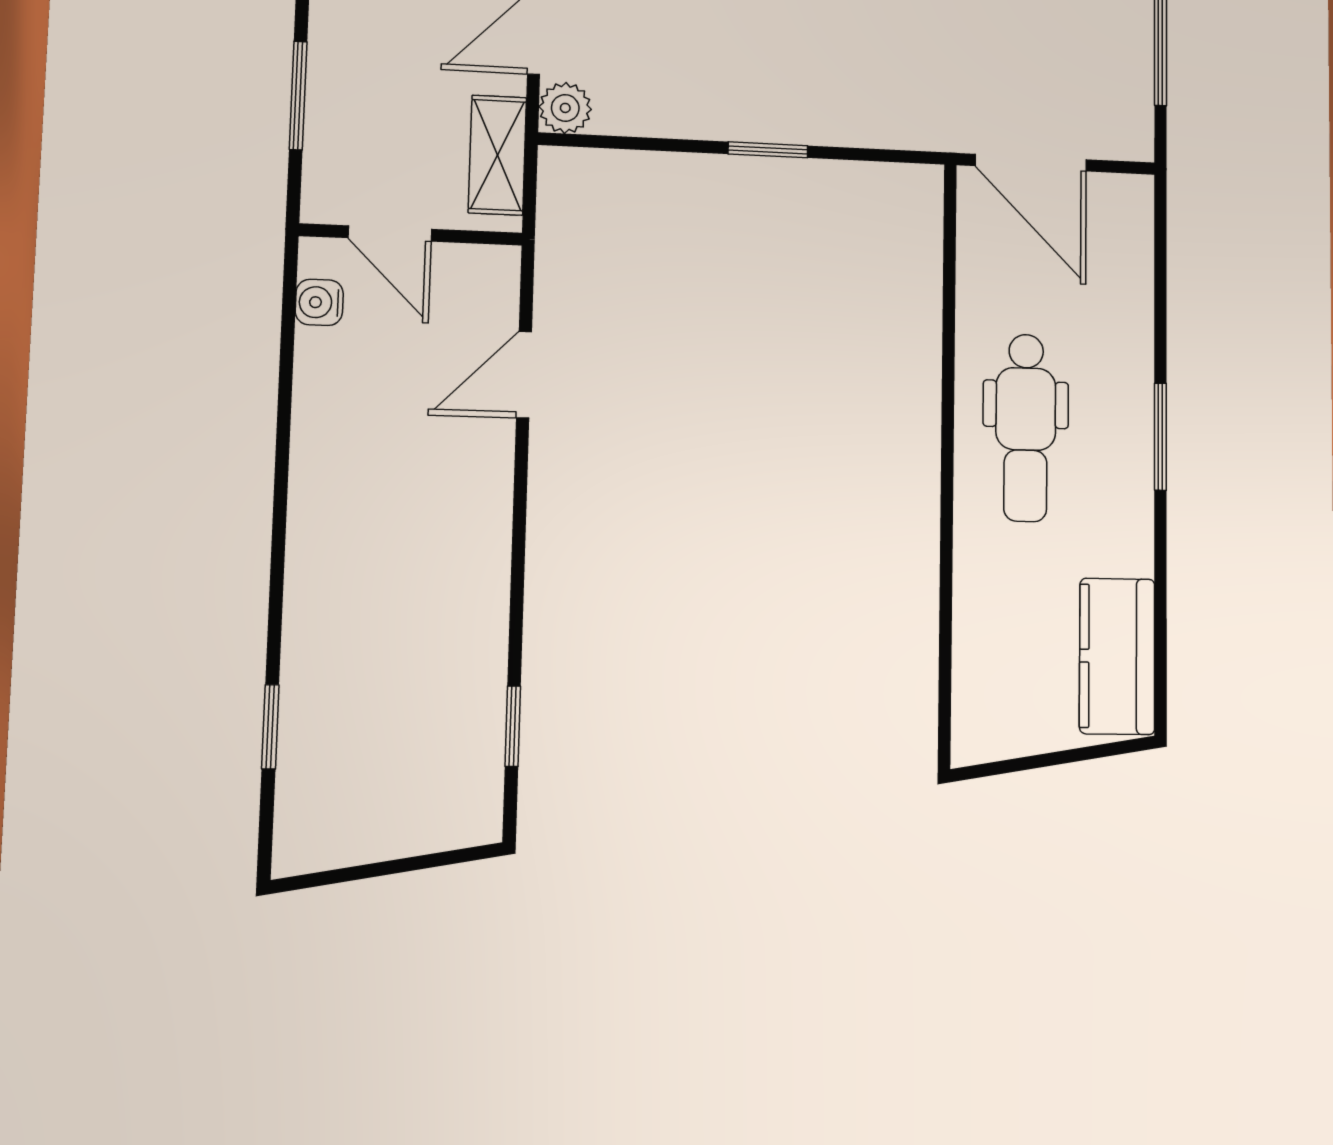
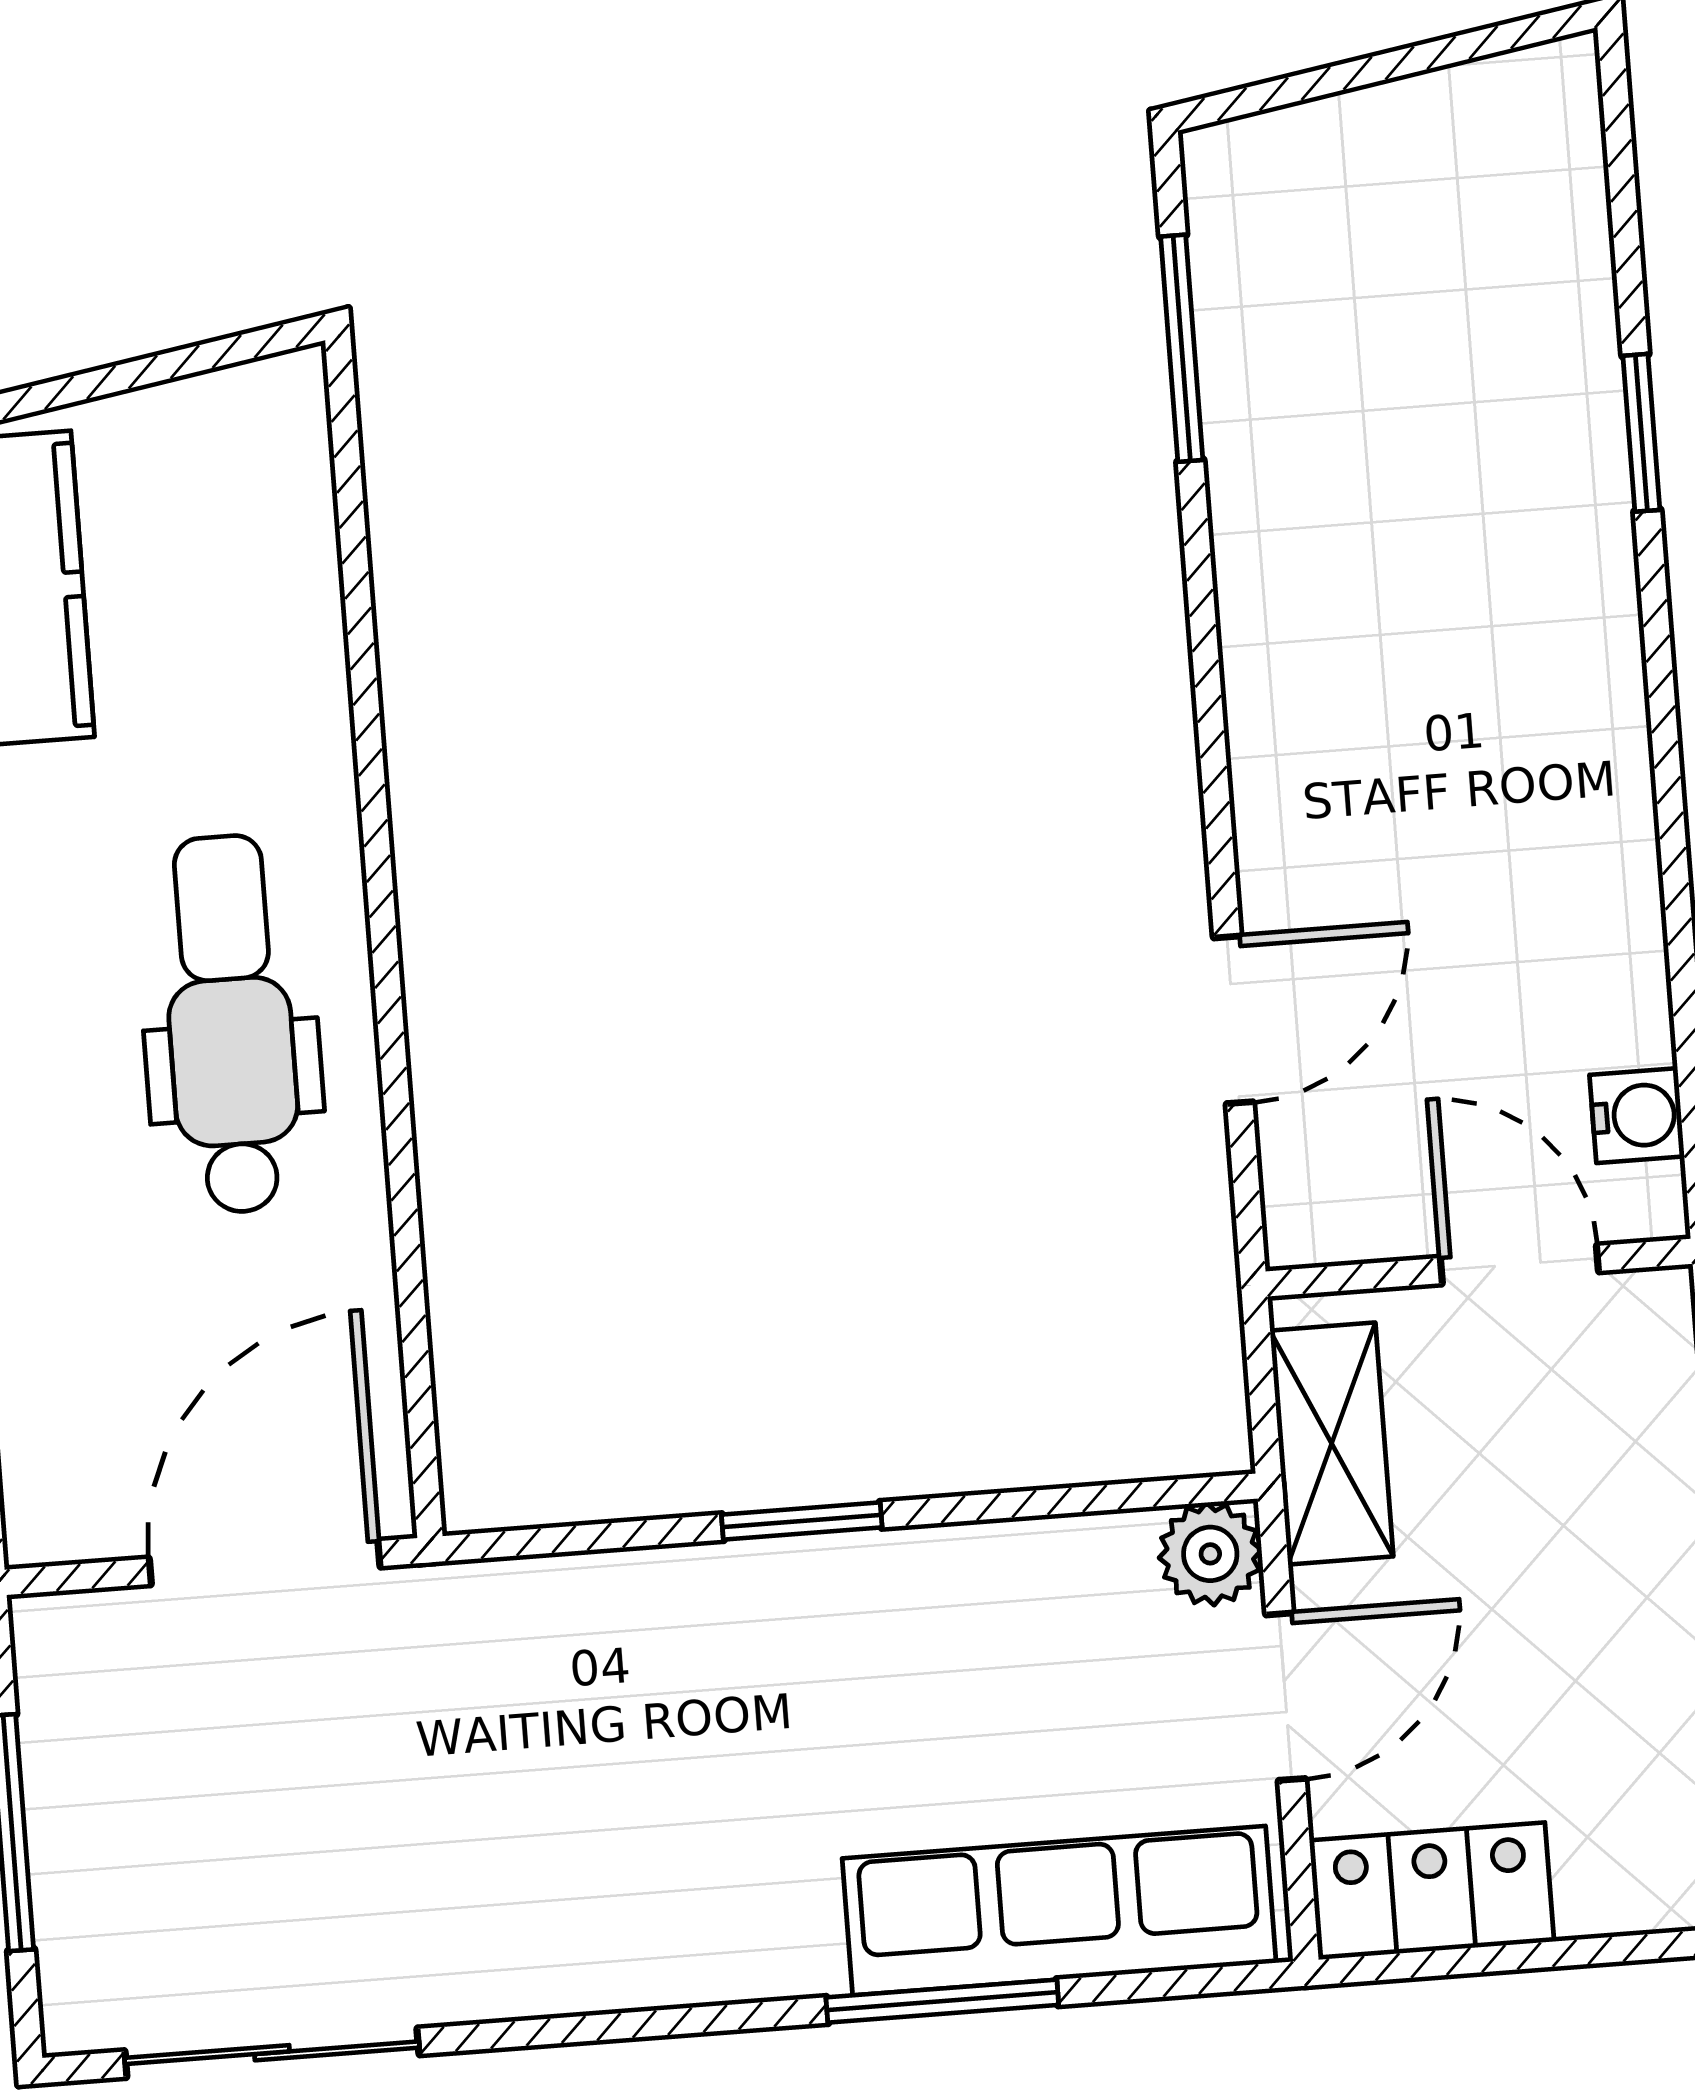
door: (1031, 163) -> (265, 1562), hinge flipped
window: (513, 726) -> (1182, 348), width x1.50
window: (270, 727) -> (1641, 433), moved

